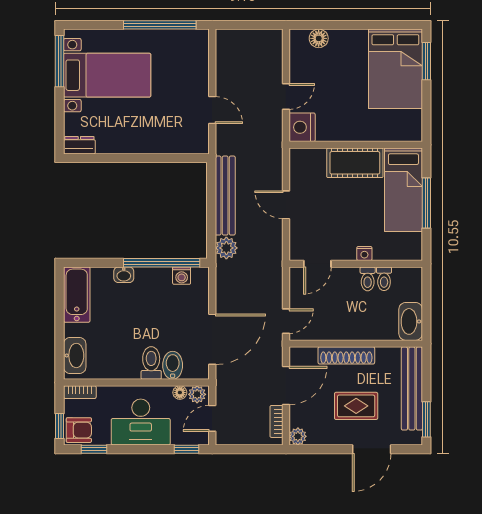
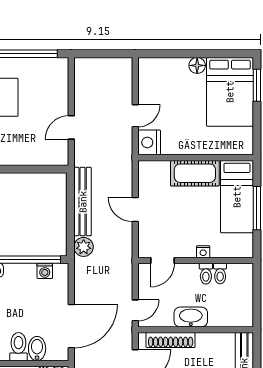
floor lamp: (319, 38) -> (197, 65), moved
door: (212, 110) -> (71, 127), swing flipped
washbasin: (411, 321) -> (191, 317), moved, turned 90
shoe rack: (346, 355) -> (171, 340), moved

